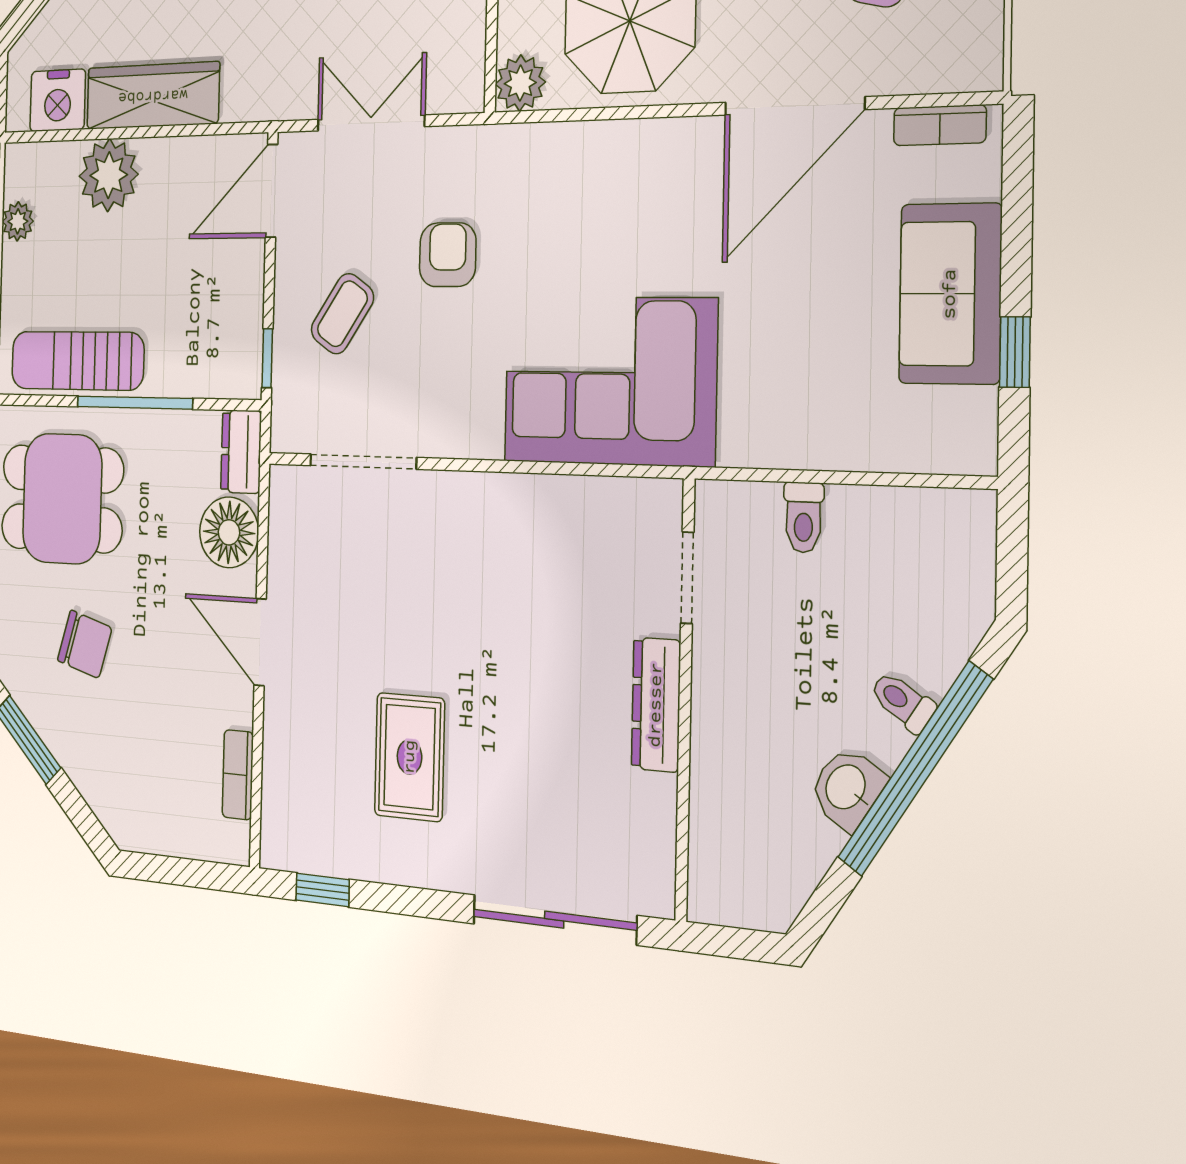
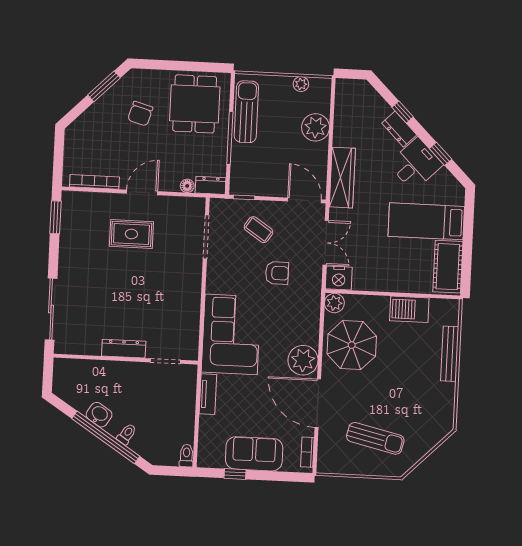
wardrobe: (153, 96) -> (342, 178), moved
nightstand: (58, 100) -> (339, 278), moved, turned -90
plant: (674, 161) -> (303, 360), added
tv unit: (777, 446) -> (208, 394), added
toilet: (804, 517) -> (186, 456), moved, turned 90
floor lamp: (229, 532) -> (187, 186), width x0.53, depth x0.53
rug: (410, 757) -> (131, 234), moved
bookcase: (238, 775) -> (94, 182), width x1.56
window: (323, 890) -> (56, 217), width x1.50

